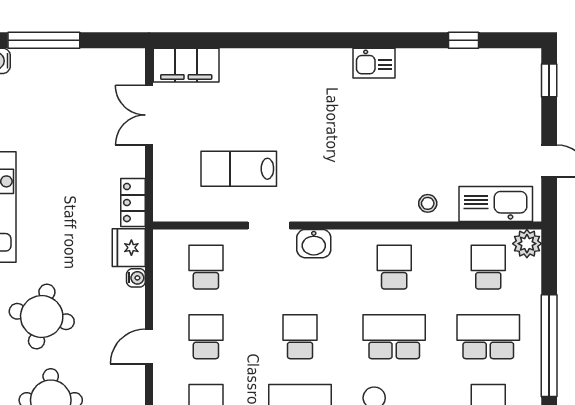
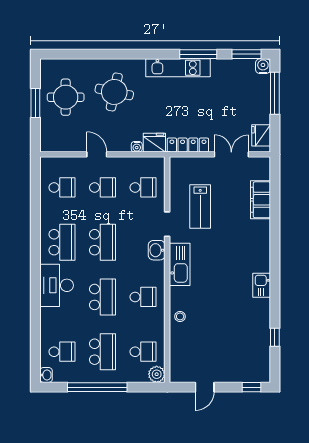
fridge: (116, 64) -> (261, 135), added
filing cabinet: (186, 65) -> (261, 200), moved
lab bench: (239, 169) -> (200, 207), turned 180
locker: (133, 203) -> (188, 145), width x1.53
kitchen sink: (496, 204) -> (180, 264), moved
school desk: (300, 337) -> (102, 242), width x1.85

